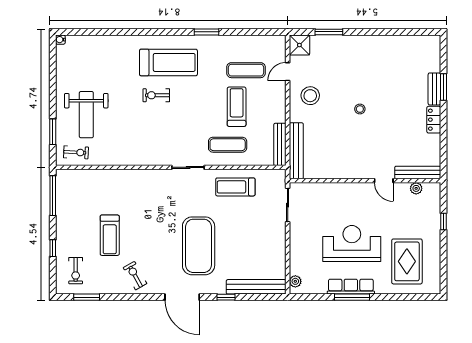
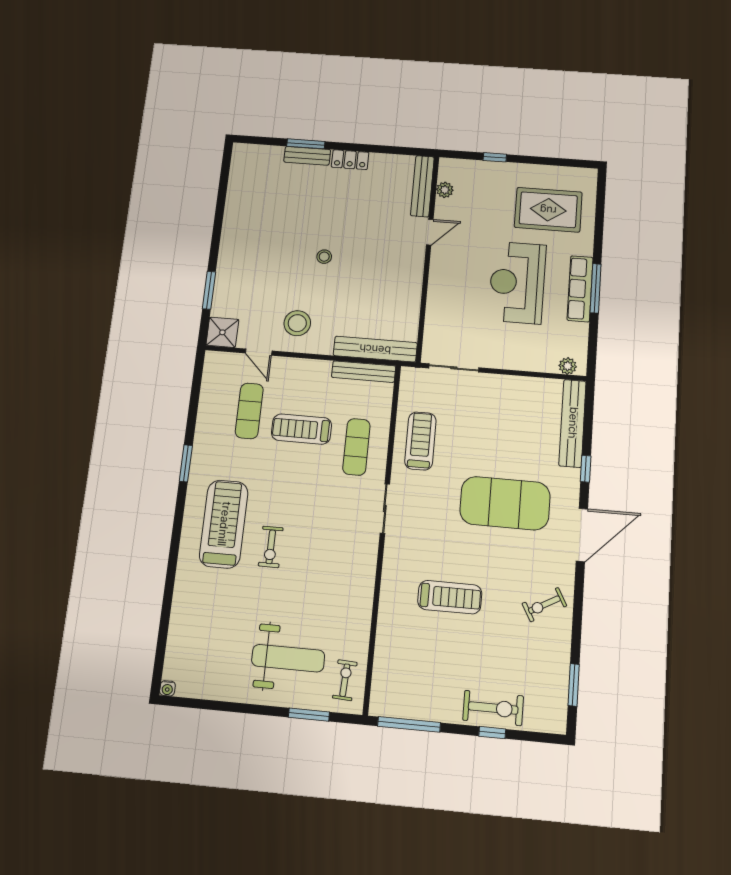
treadmill: (235, 187) -> (420, 441), turned 180
treadmill: (110, 235) -> (450, 597), moved
exercise bike: (76, 271) -> (493, 708), moved, width x1.38, depth x1.39

